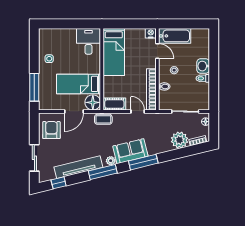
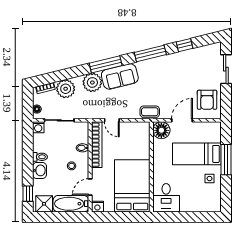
shower: (199, 36) -> (44, 204), added
window: (214, 45) -> (28, 194), added
door: (157, 51) -> (90, 187), hinge flipped
bed: (114, 52) -> (132, 186), width x1.50
bed: (79, 84) -> (197, 154), moved, turned 180
window: (34, 87) -> (226, 160), moved
cot: (114, 104) -> (137, 129), removed
washing machine: (204, 105) -> (38, 127), added
plant: (111, 161) -> (92, 82), moved, width x1.87, depth x1.87
tv unit: (78, 167) -> (177, 59), removed
window: (59, 183) -> (184, 45), moved

